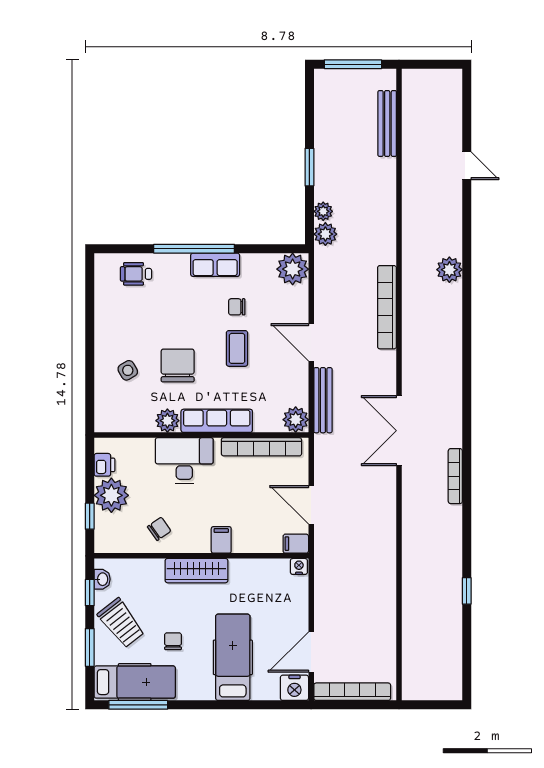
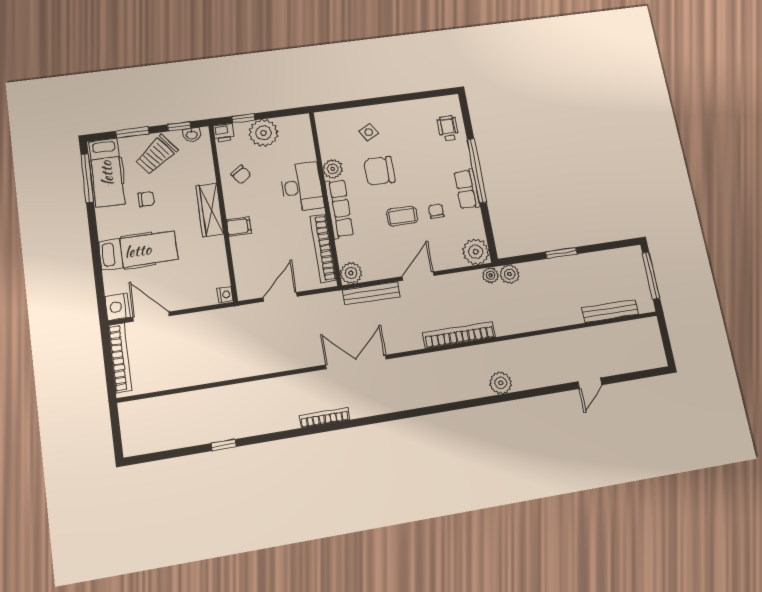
plant: (323, 211) -> (491, 275), moved
chair: (178, 365) -> (380, 171), turned 180
printer: (104, 465) -> (224, 132), moved
filing cabinet: (296, 544) -> (245, 289), removed

